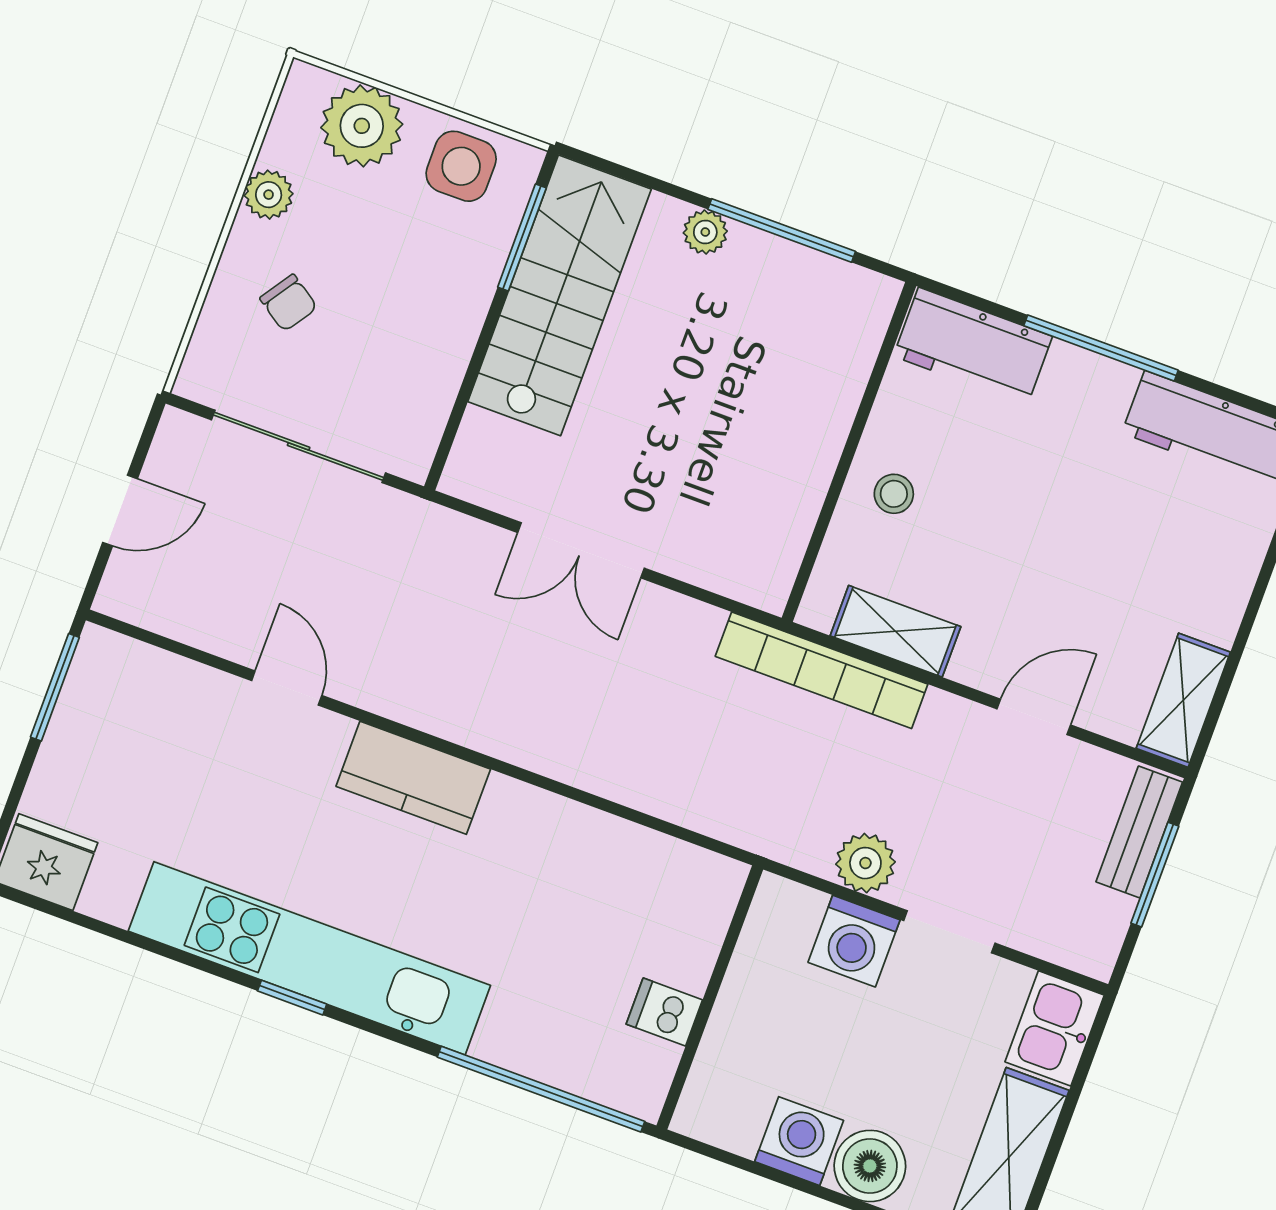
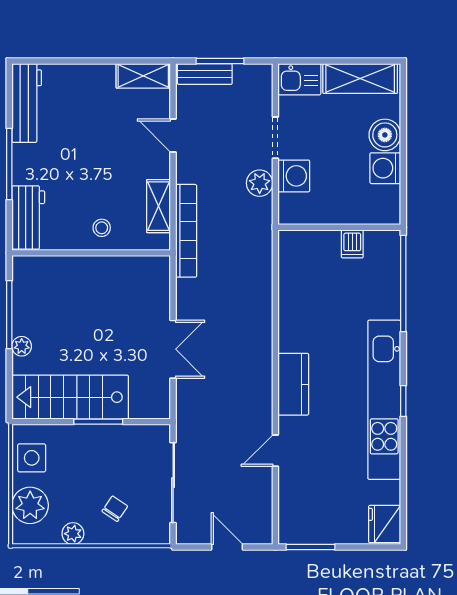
window: (522, 237) -> (98, 422), moved

